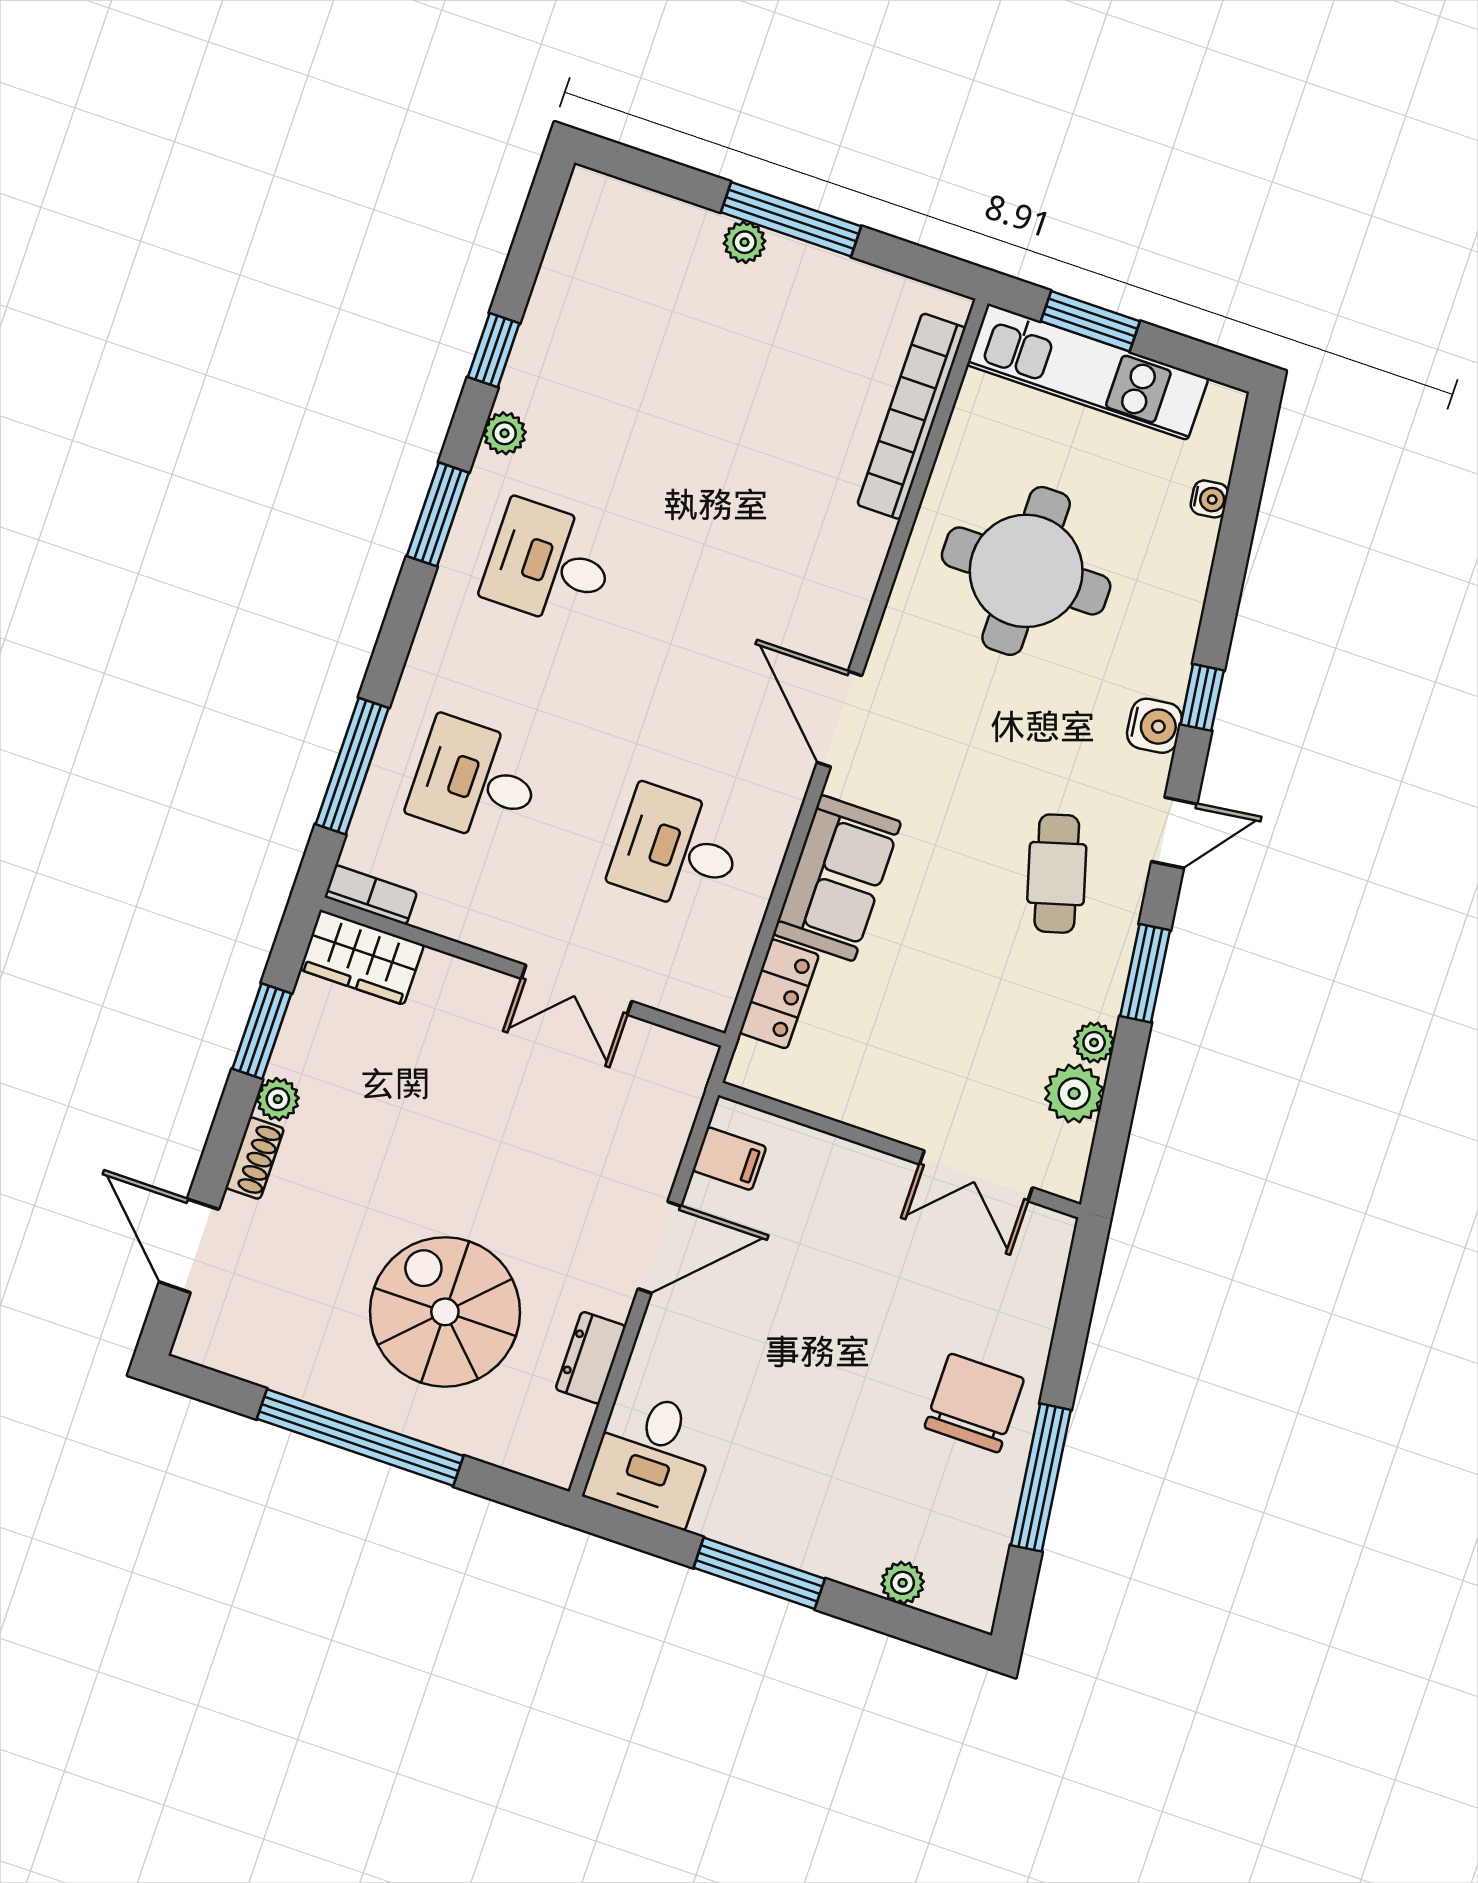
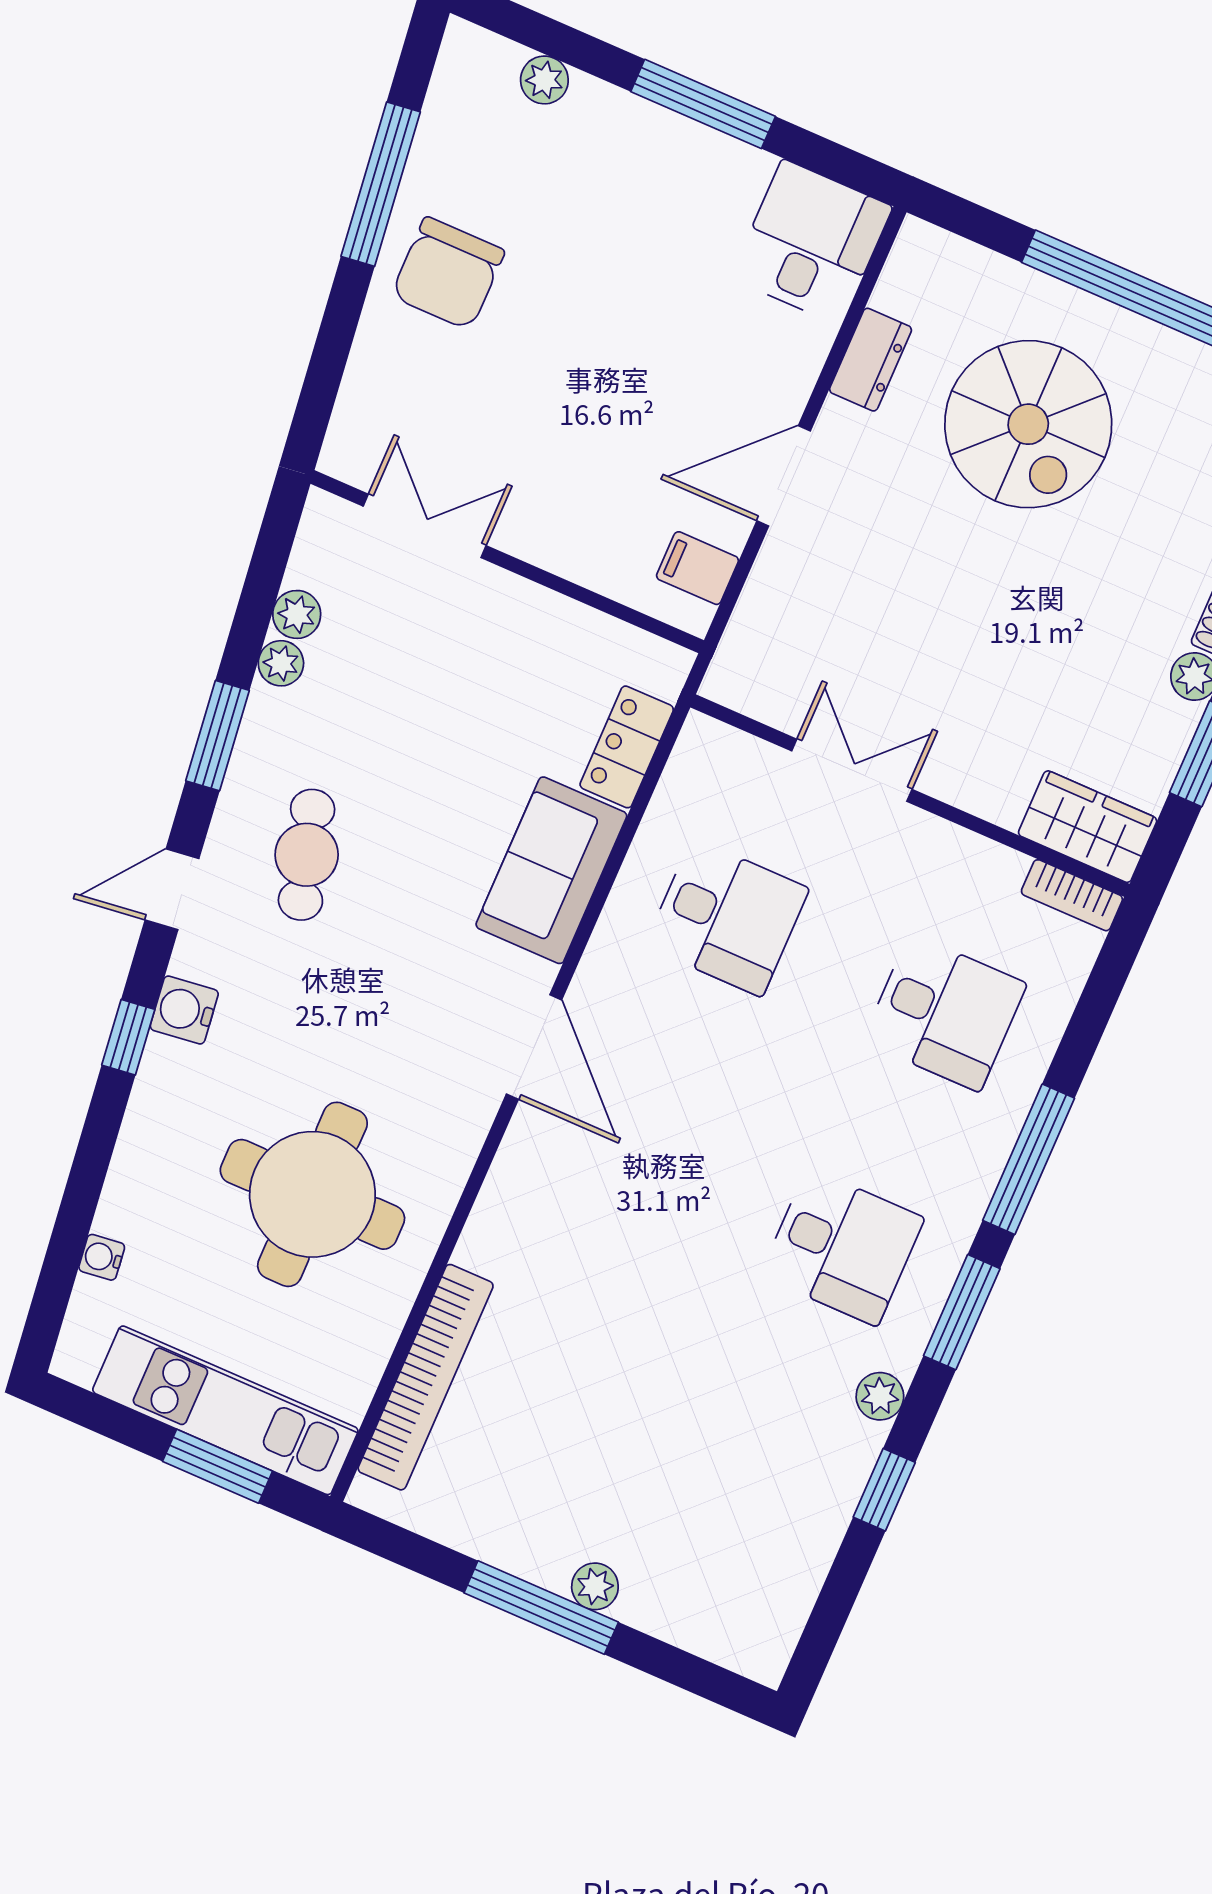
window: (352, 766) -> (1029, 1159), moved
plant: (1074, 1094) -> (297, 614), width x0.73, depth x0.73

